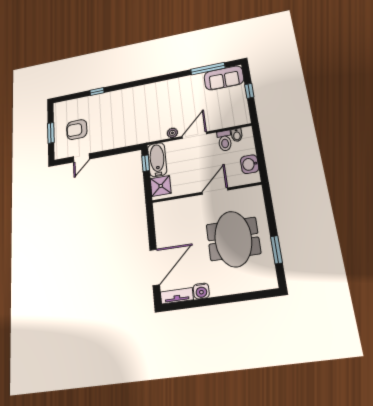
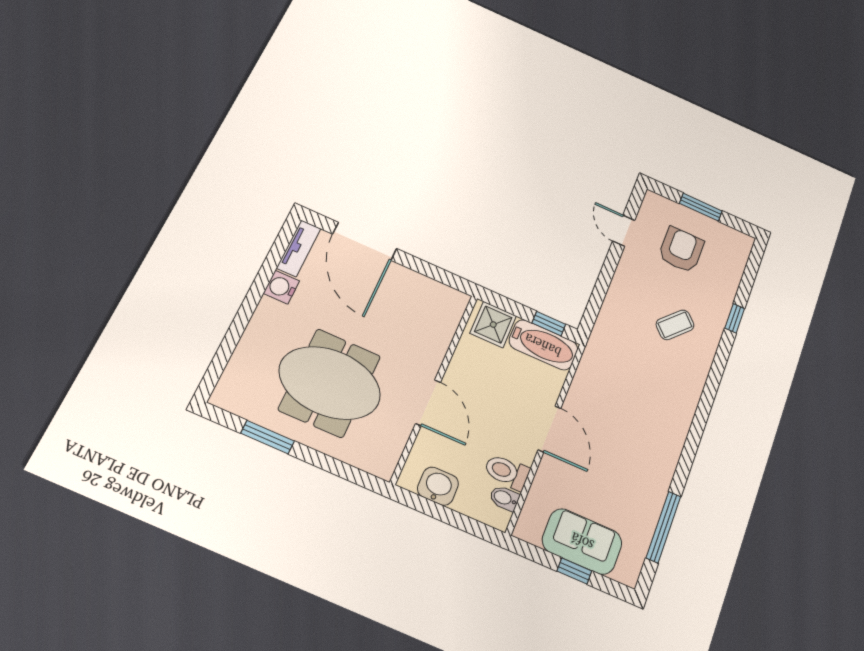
sofa: (224, 78) -> (582, 541), moved, turned 90
coffee table: (114, 113) -> (675, 325), added
plant: (172, 133) -> (577, 396), removed

